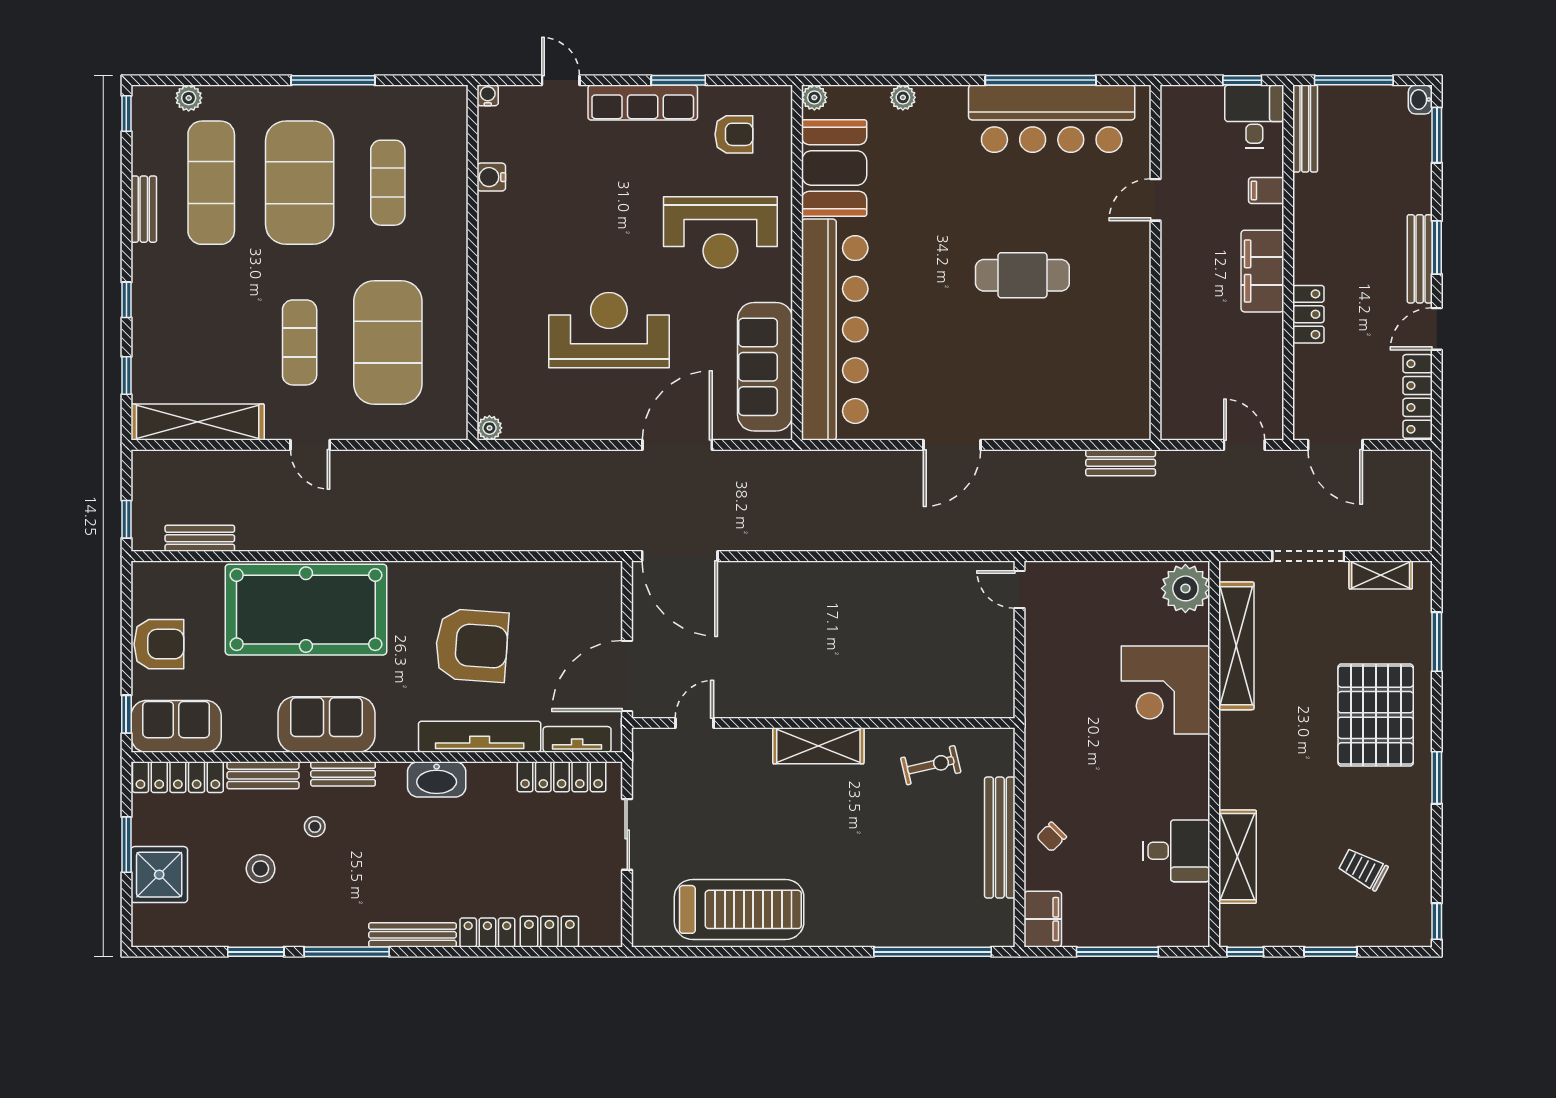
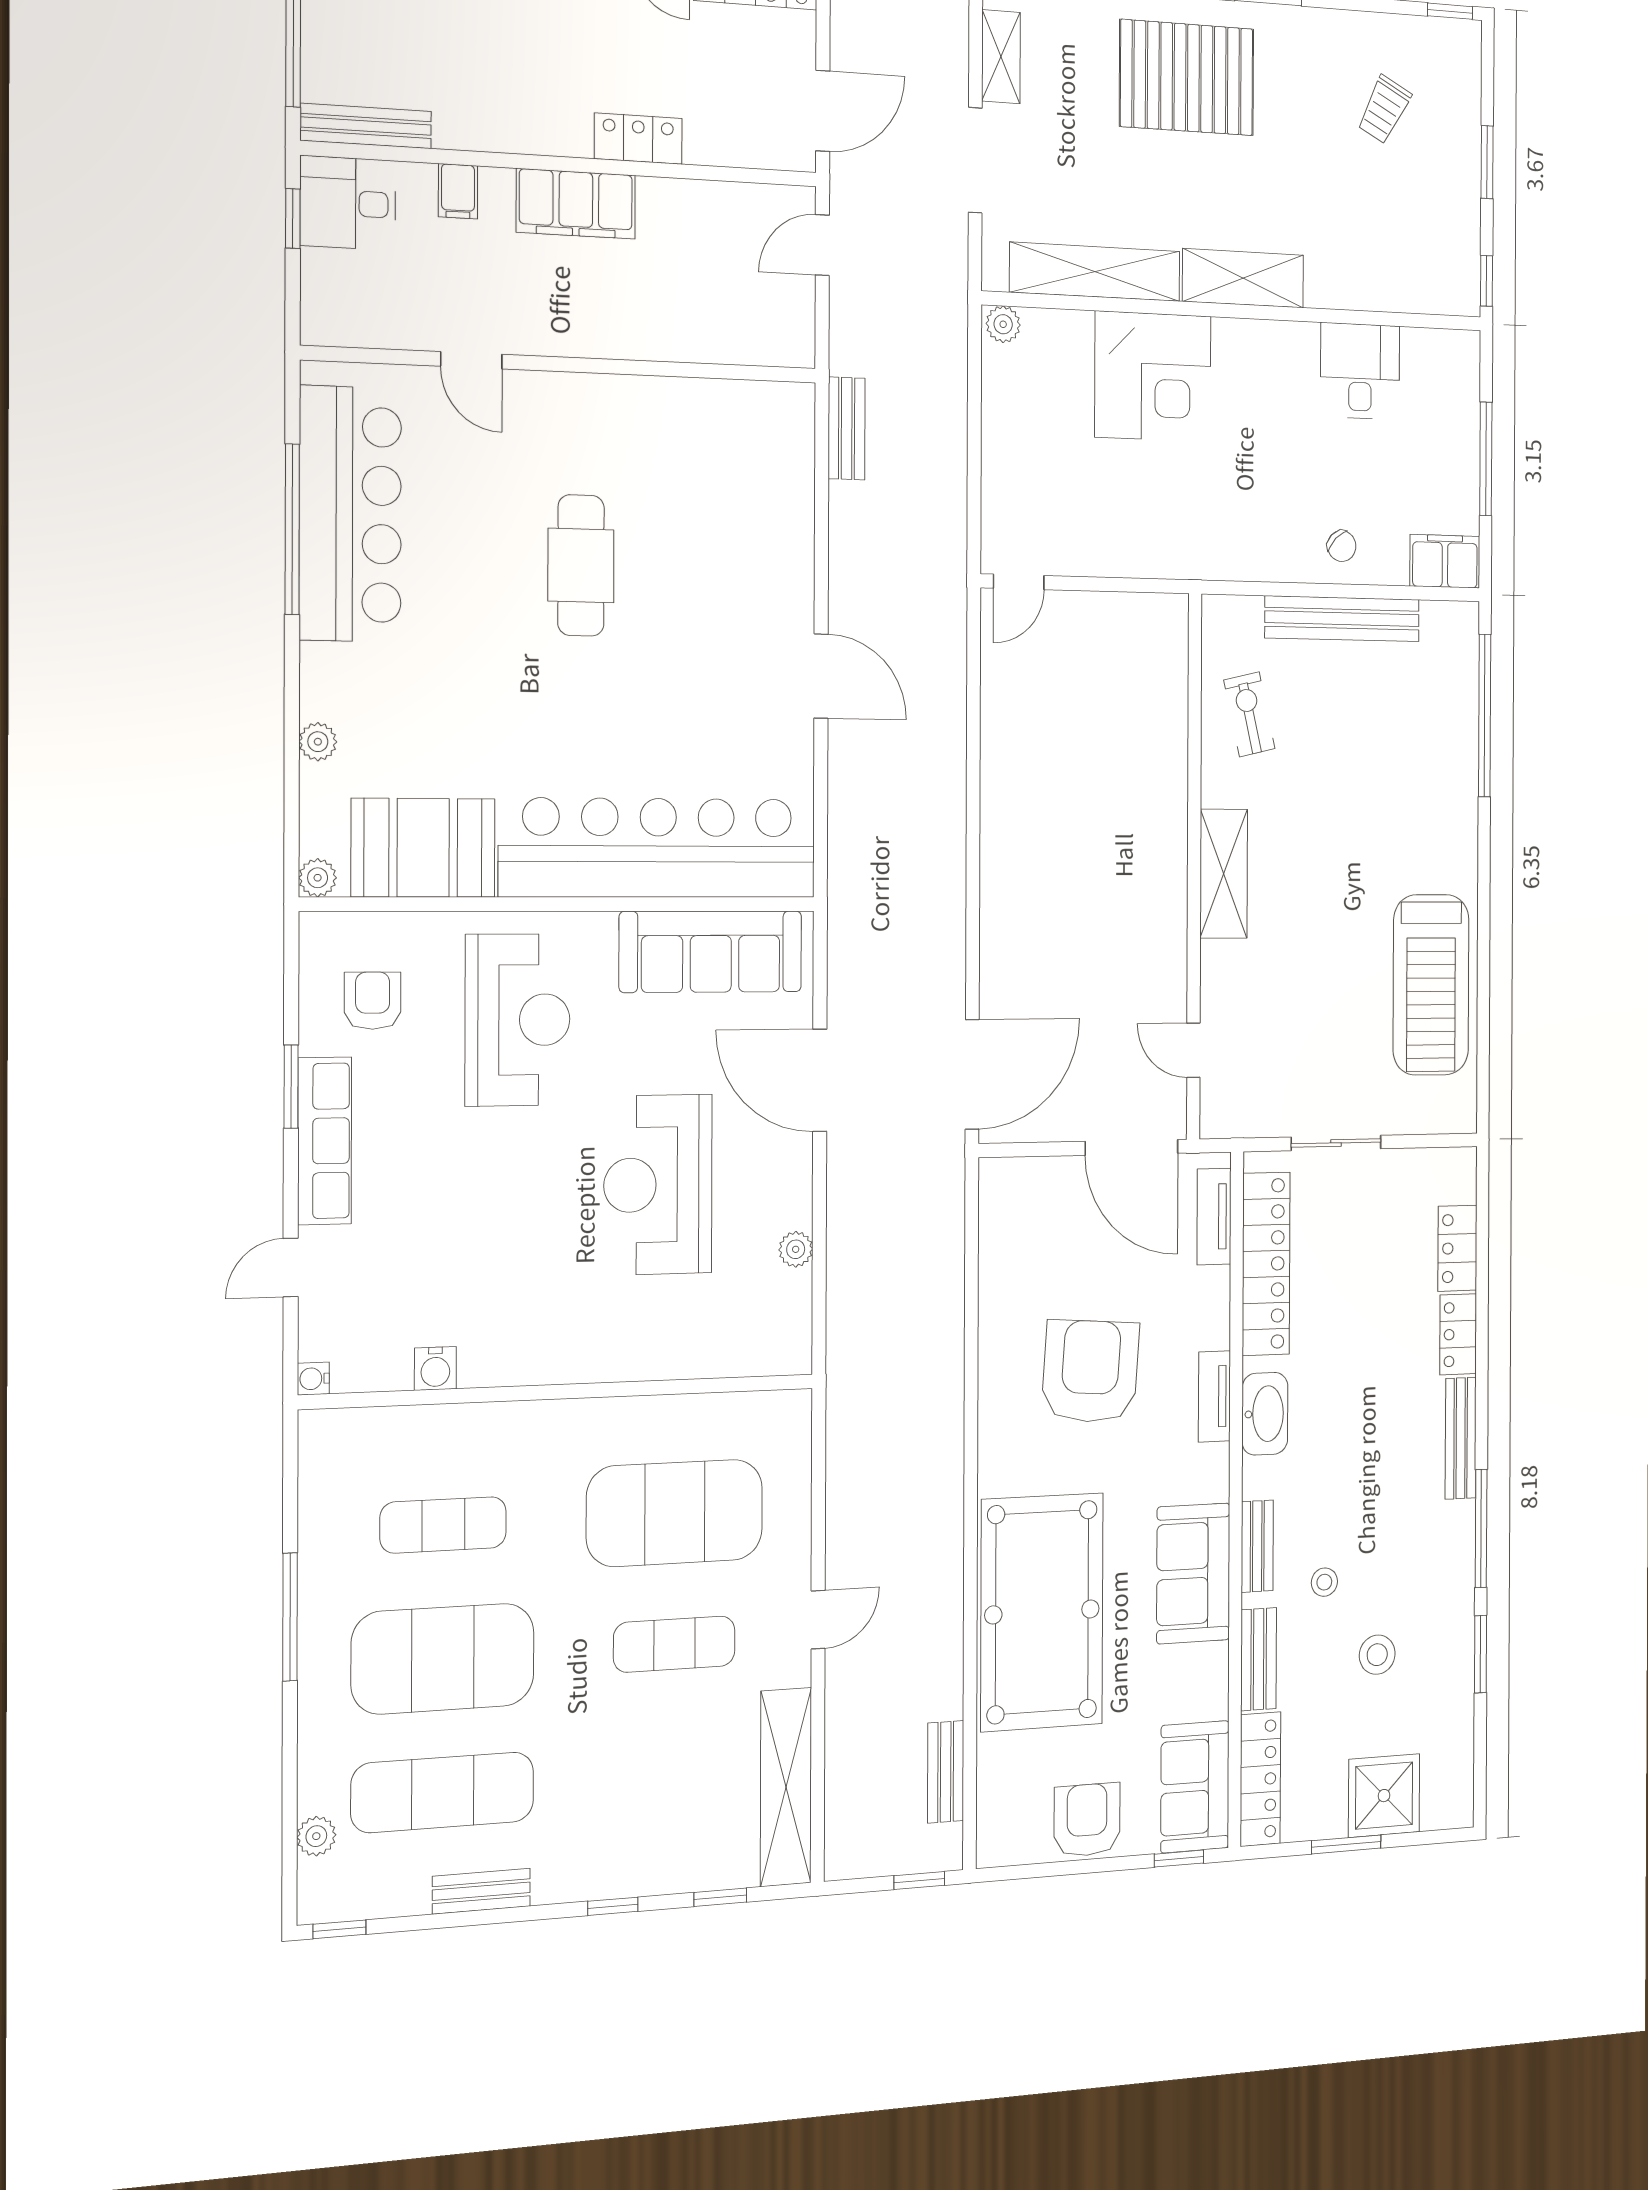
plant: (489, 428) -> (796, 1249), moved
plant: (1185, 588) -> (1003, 324), width x0.53, depth x0.53
tv unit: (480, 737) -> (1214, 1396), width x0.52, depth x0.78
locker: (562, 777) -> (1266, 1264), width x1.41, depth x1.21
shelving: (1238, 857) -> (1243, 278), moved
treadmill: (739, 909) -> (1431, 985), turned 180

